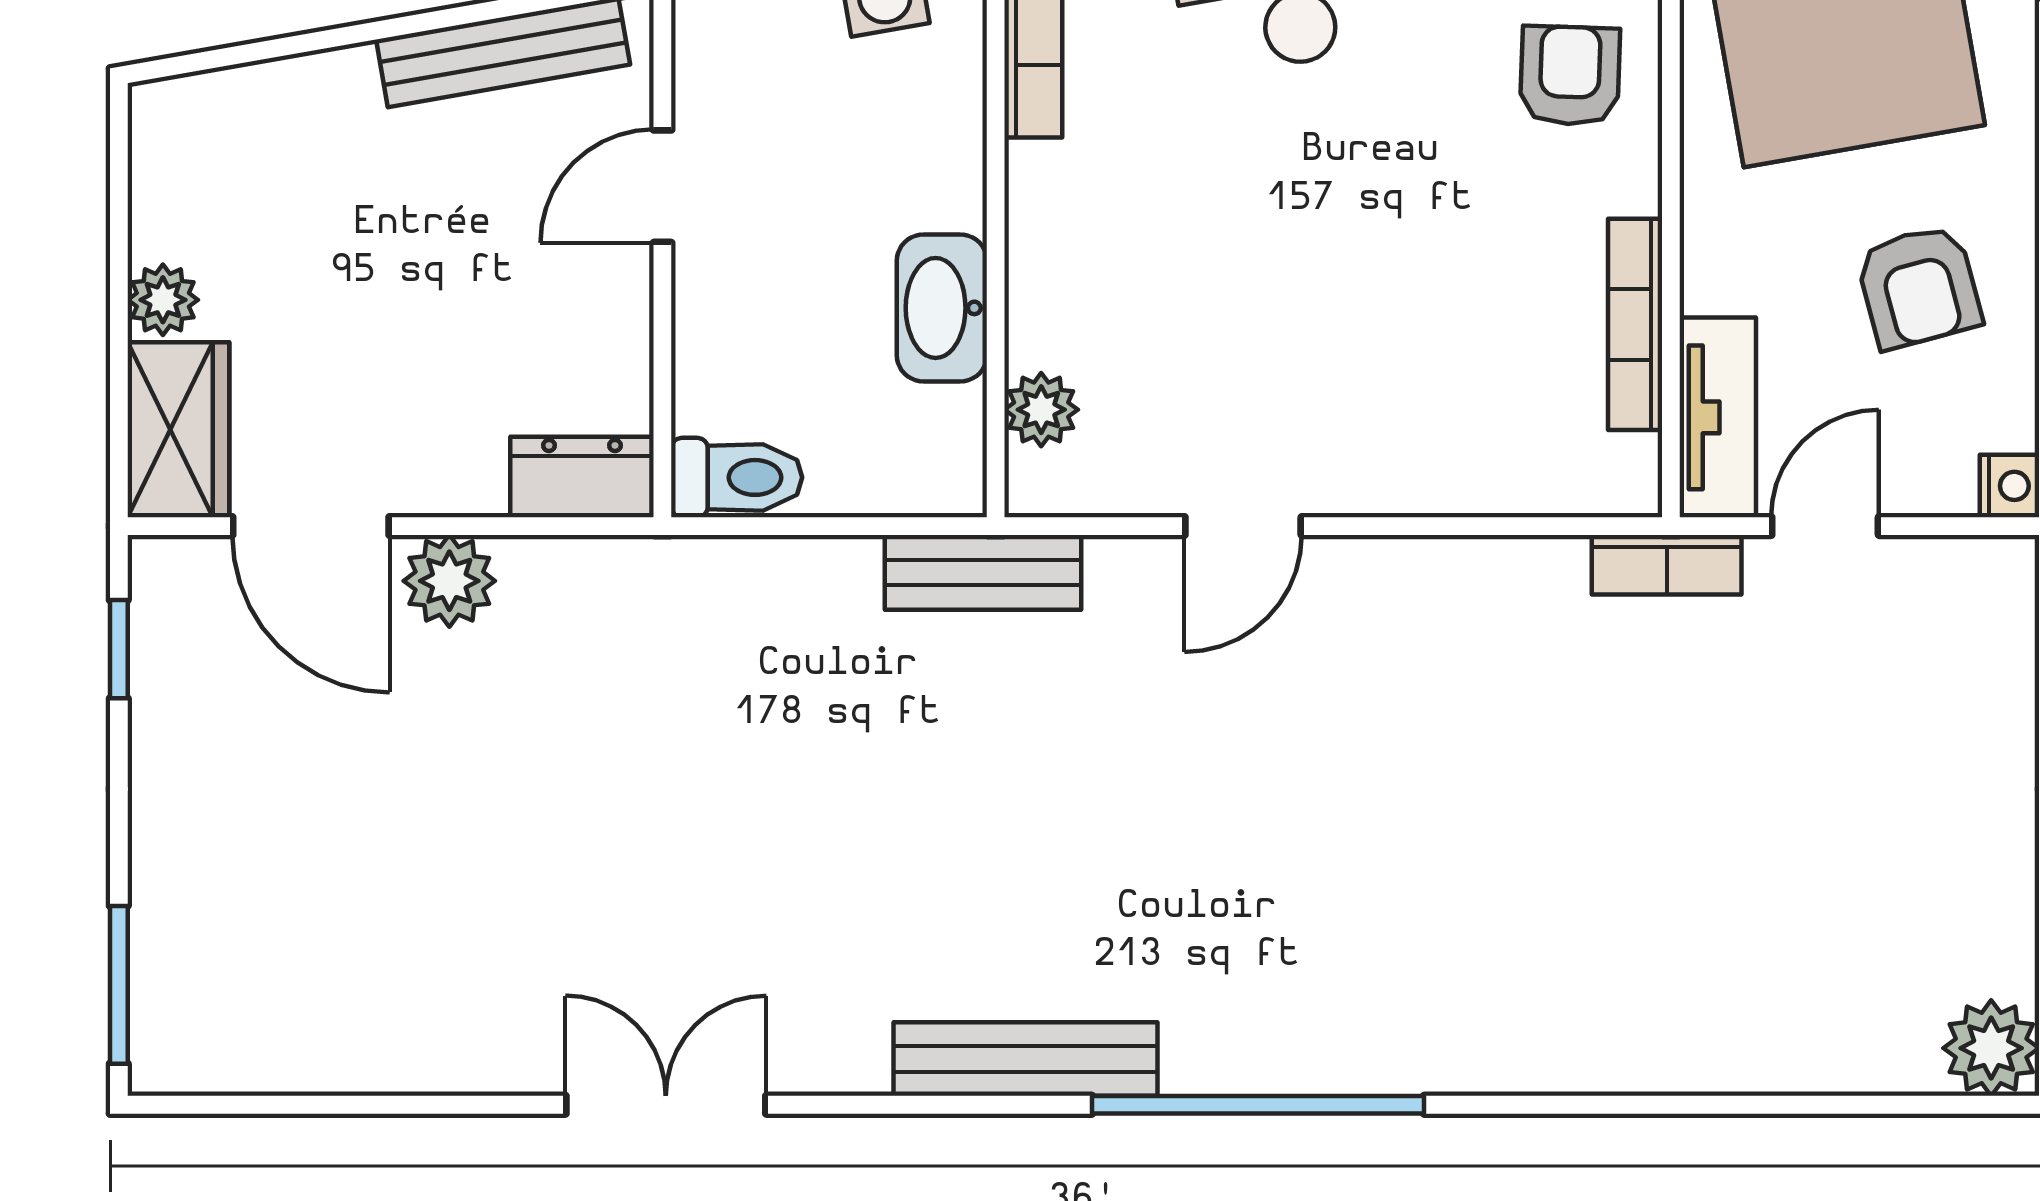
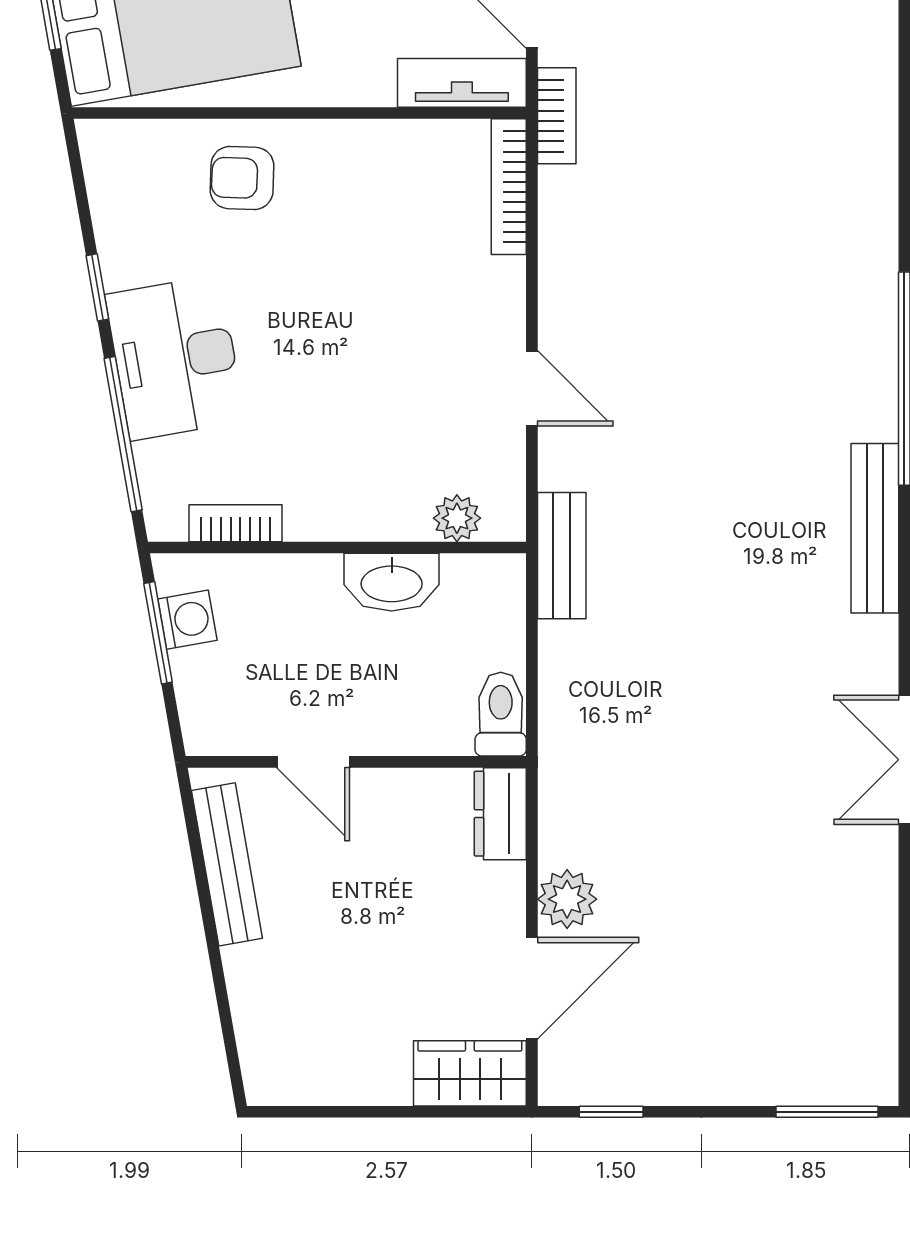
plant: (163, 300) -> (386, 1083), removed
bookcase: (1635, 324) -> (509, 187), moved, turned 90

